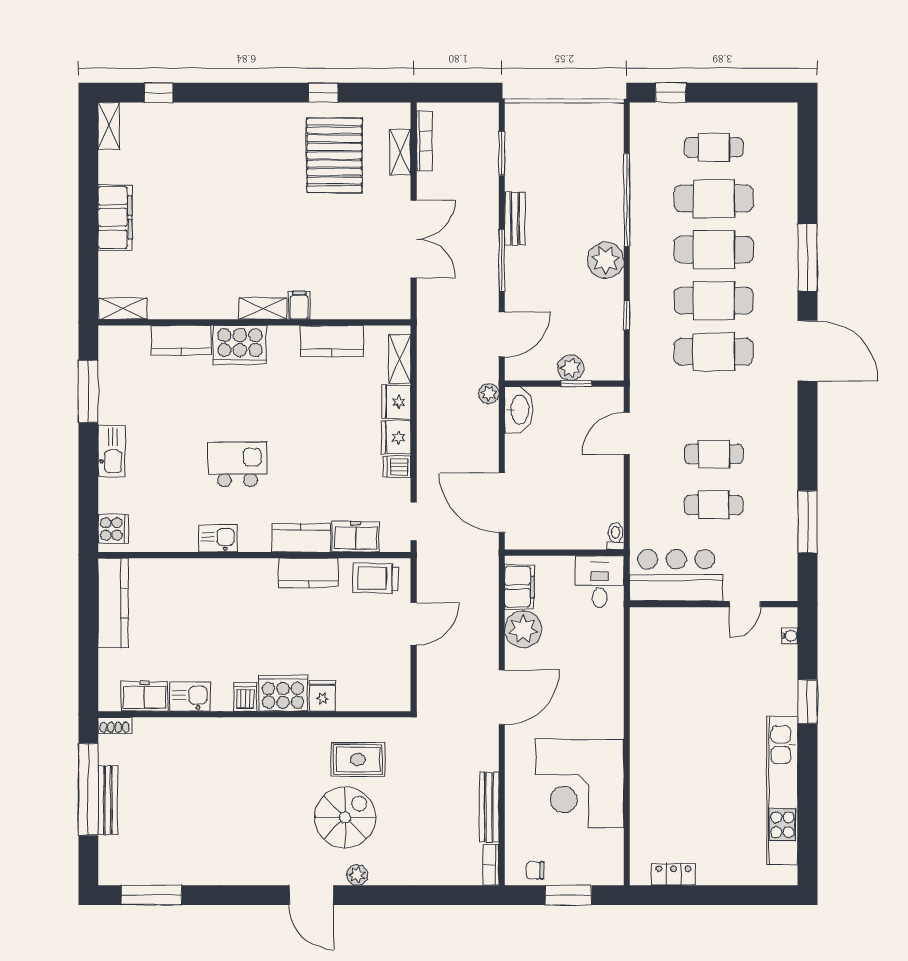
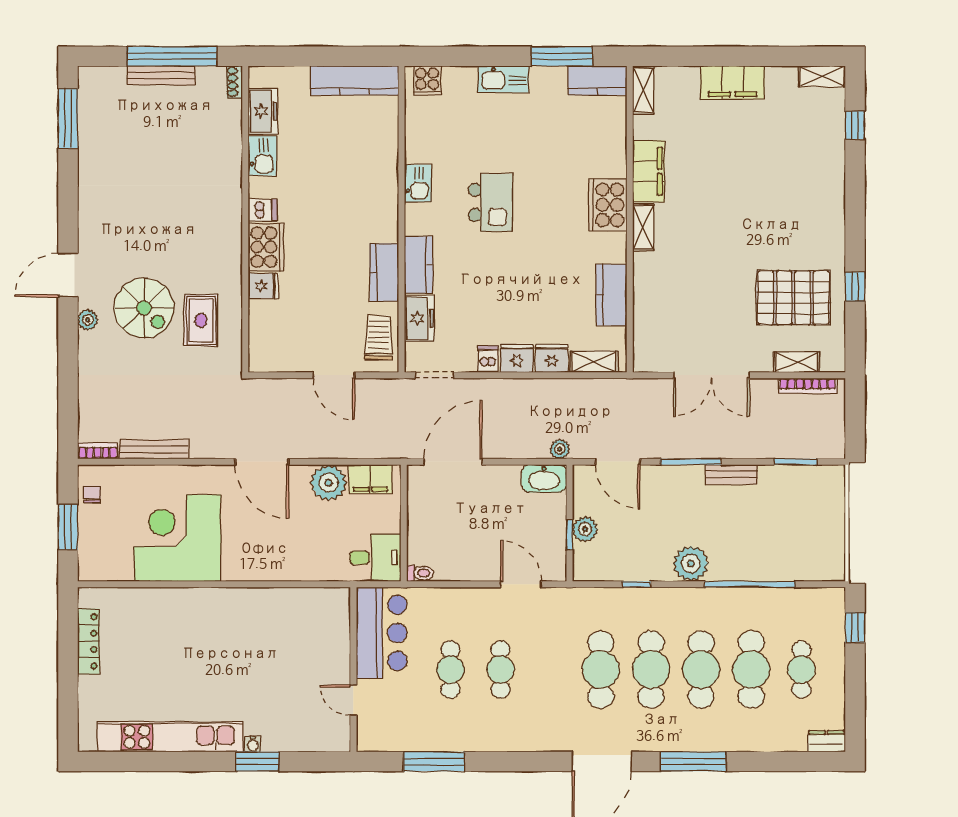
dresser: (787, 122) -> (826, 741), added
filing cabinet: (299, 305) -> (649, 171), moved, width x3.00, depth x1.17
kitchen counter: (181, 340) -> (597, 80), moved, turned -90
water cooler: (790, 636) -> (253, 744), moved
locker: (673, 874) -> (88, 641), width x1.53

